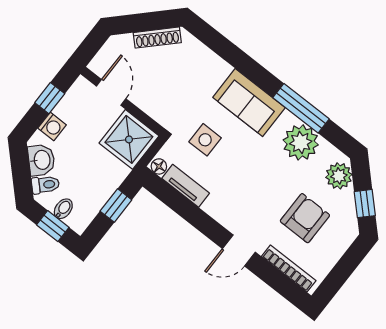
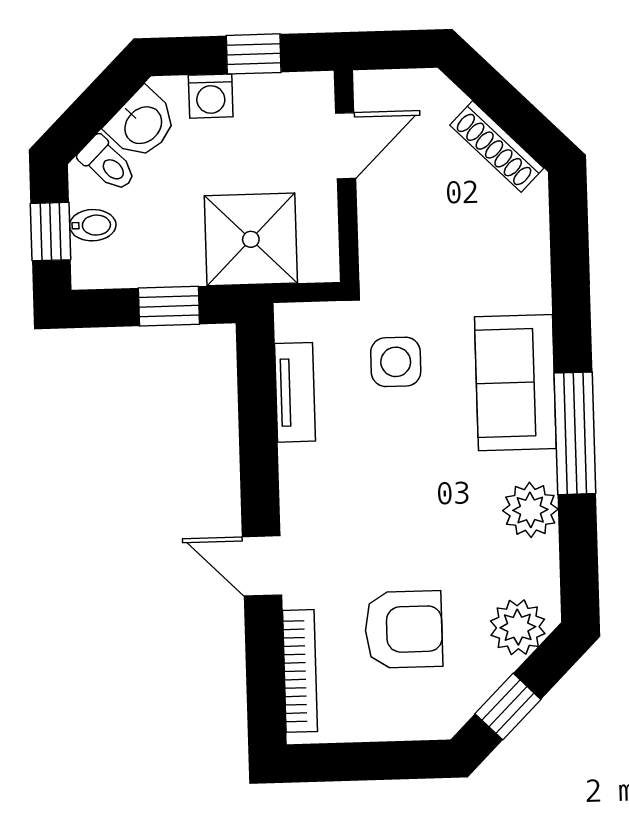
window: (301, 108) -> (575, 433), moved
shower: (129, 139) -> (251, 239), moved
plant: (301, 142) -> (530, 510), width x0.73, depth x0.73
floor lamp: (159, 166) -> (290, 323), removed

